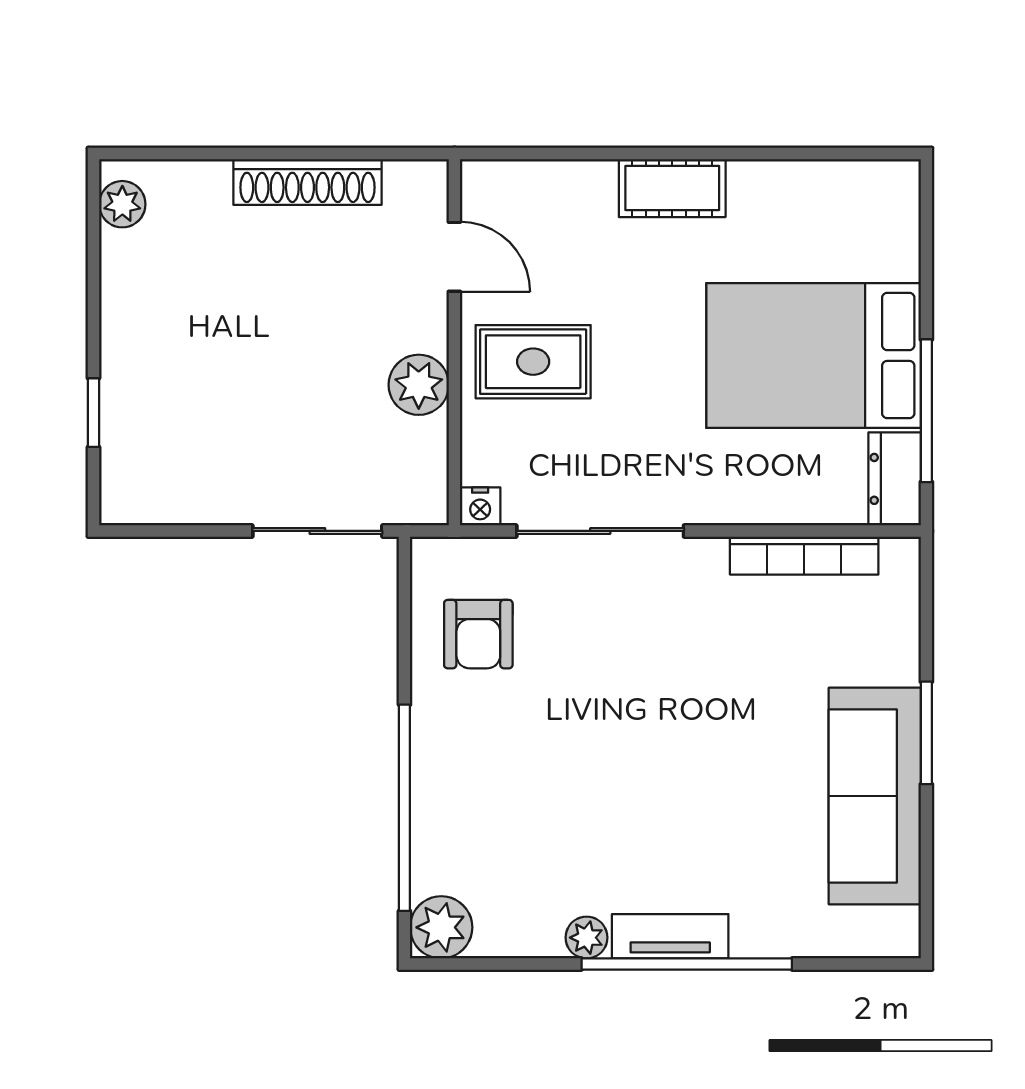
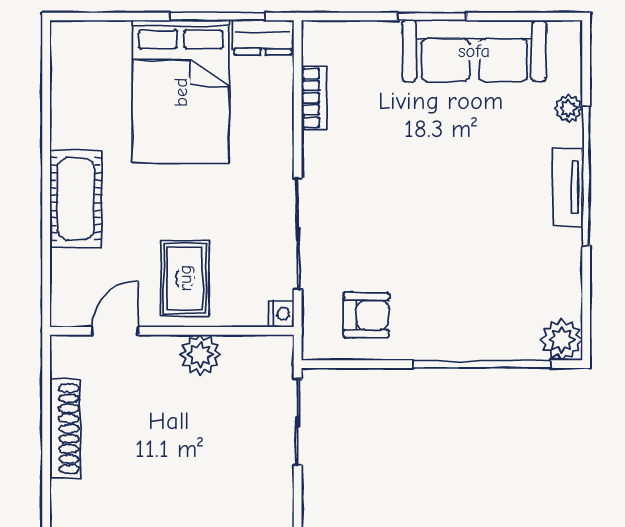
cot: (672, 188) -> (76, 199), width x1.37, depth x1.34
bookcase: (804, 556) -> (314, 98), width x0.64
plant: (587, 938) -> (568, 108), moved

